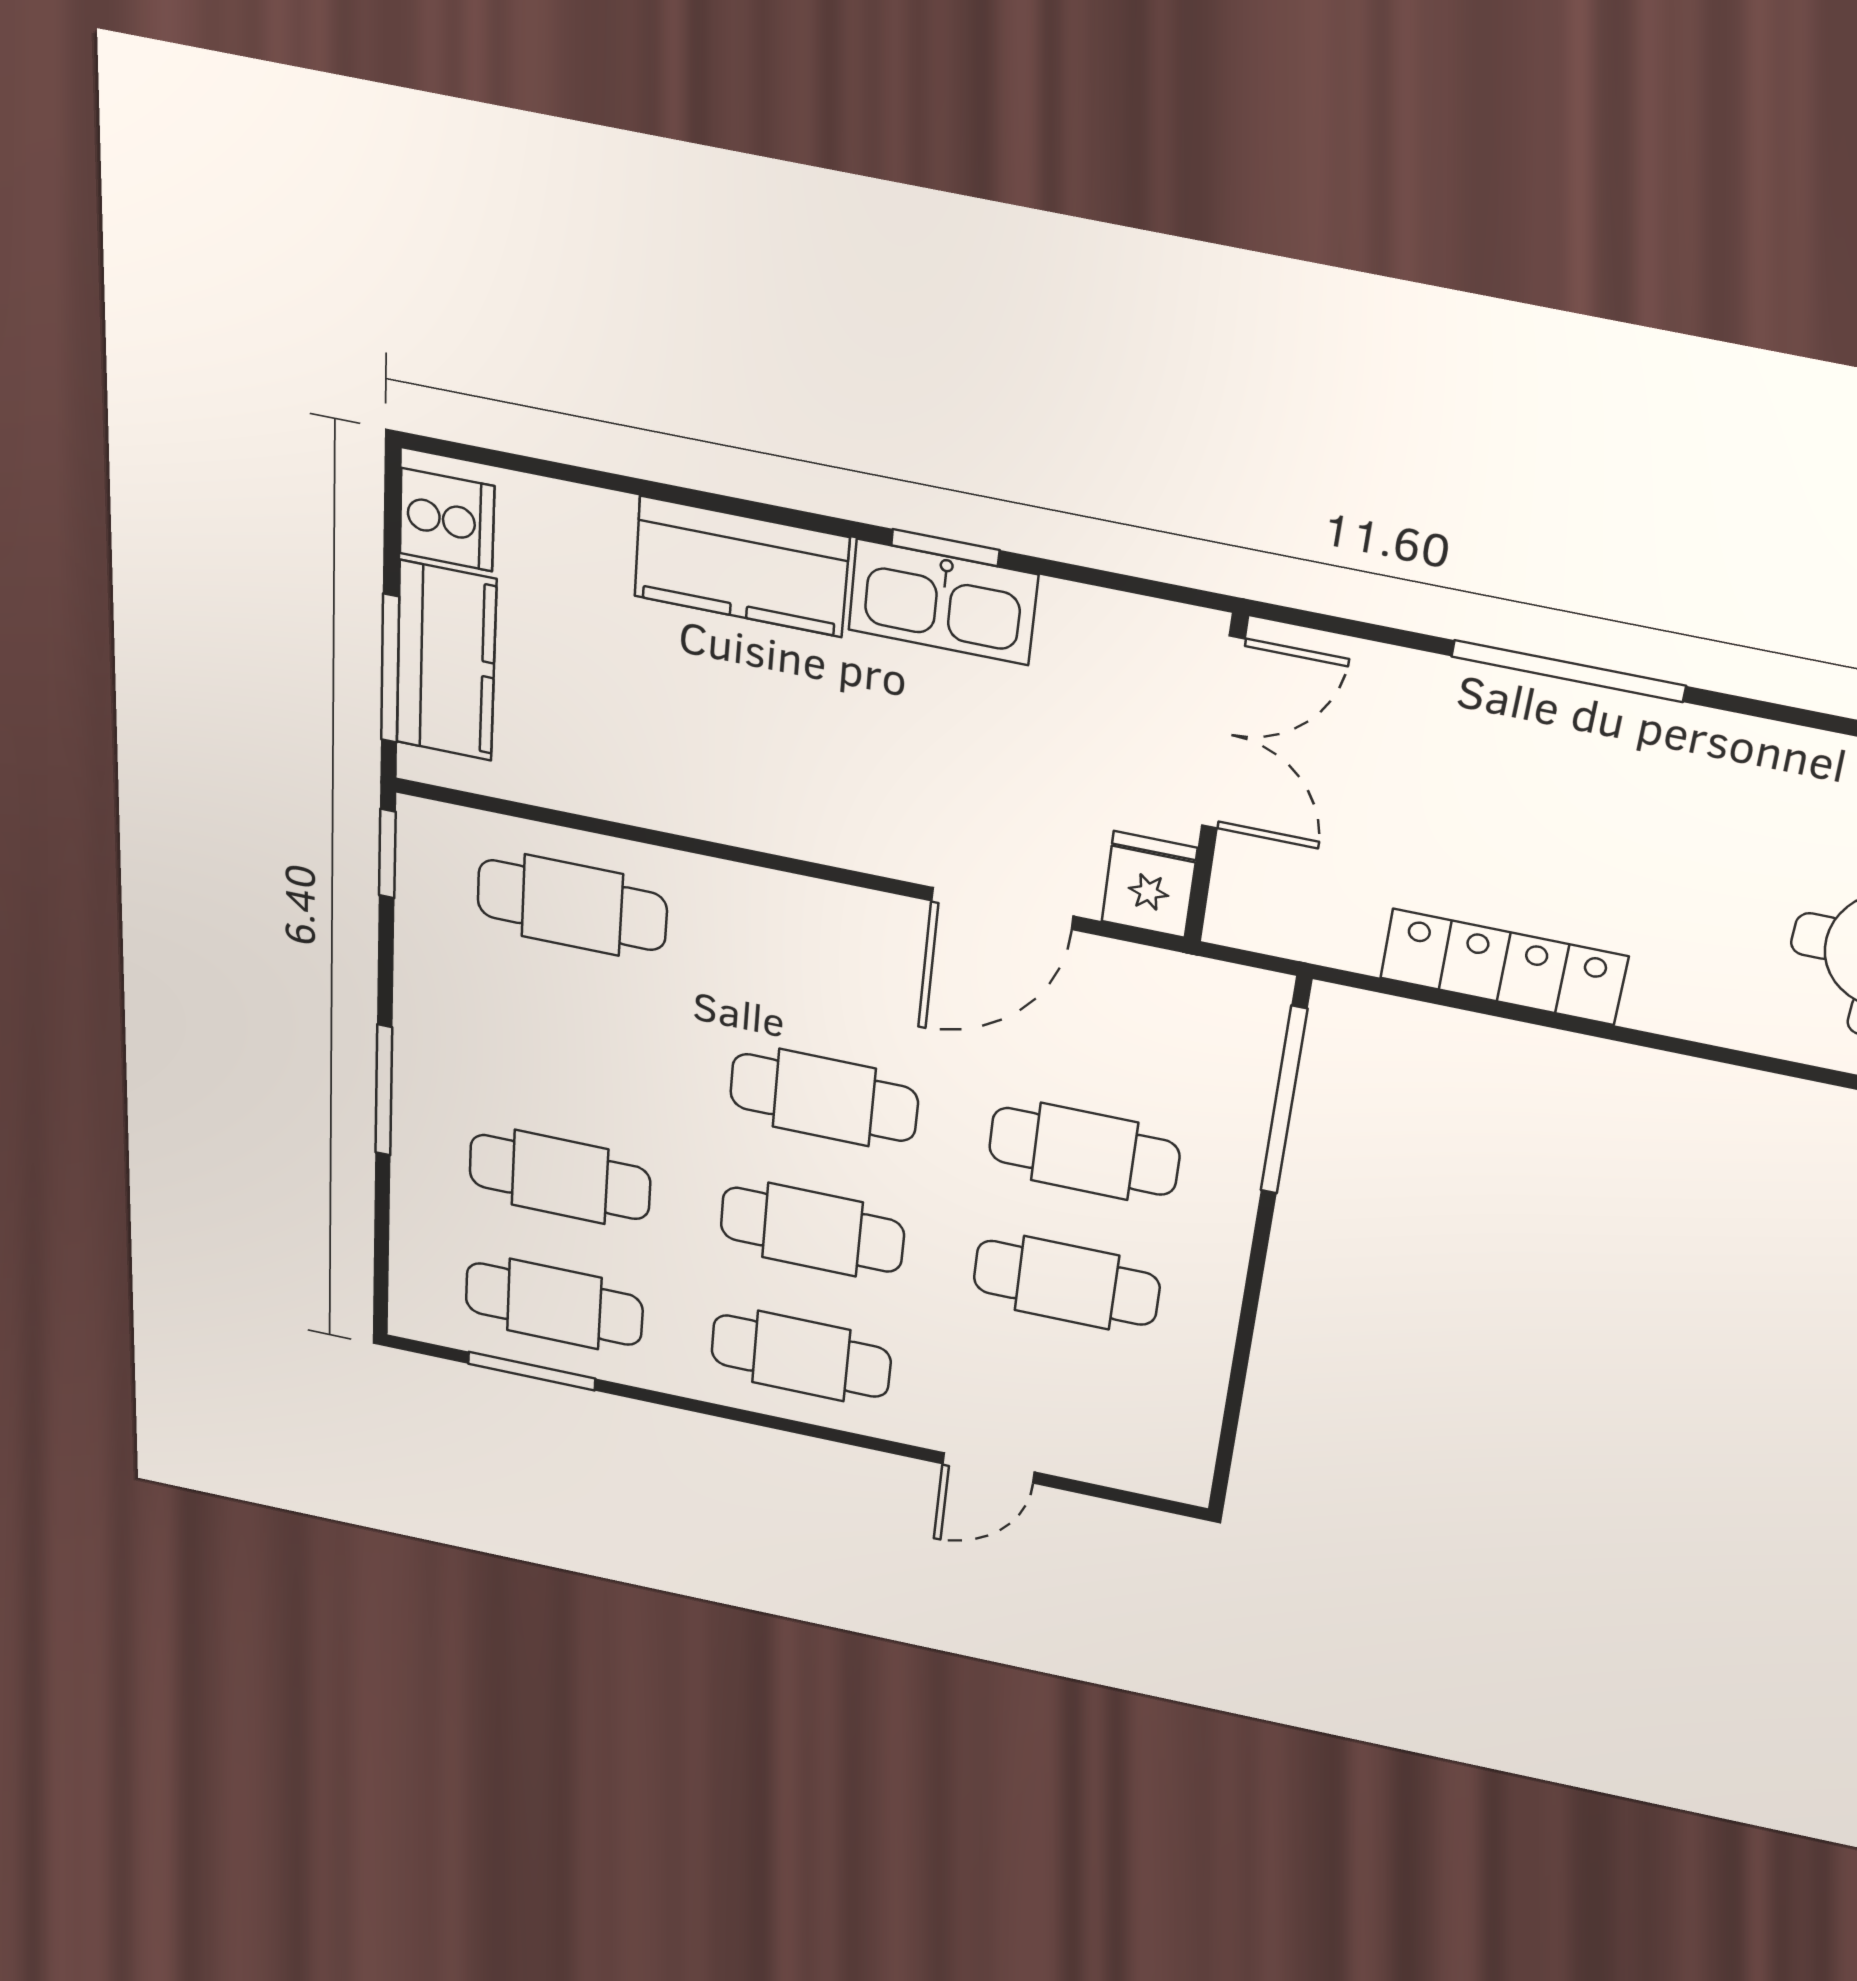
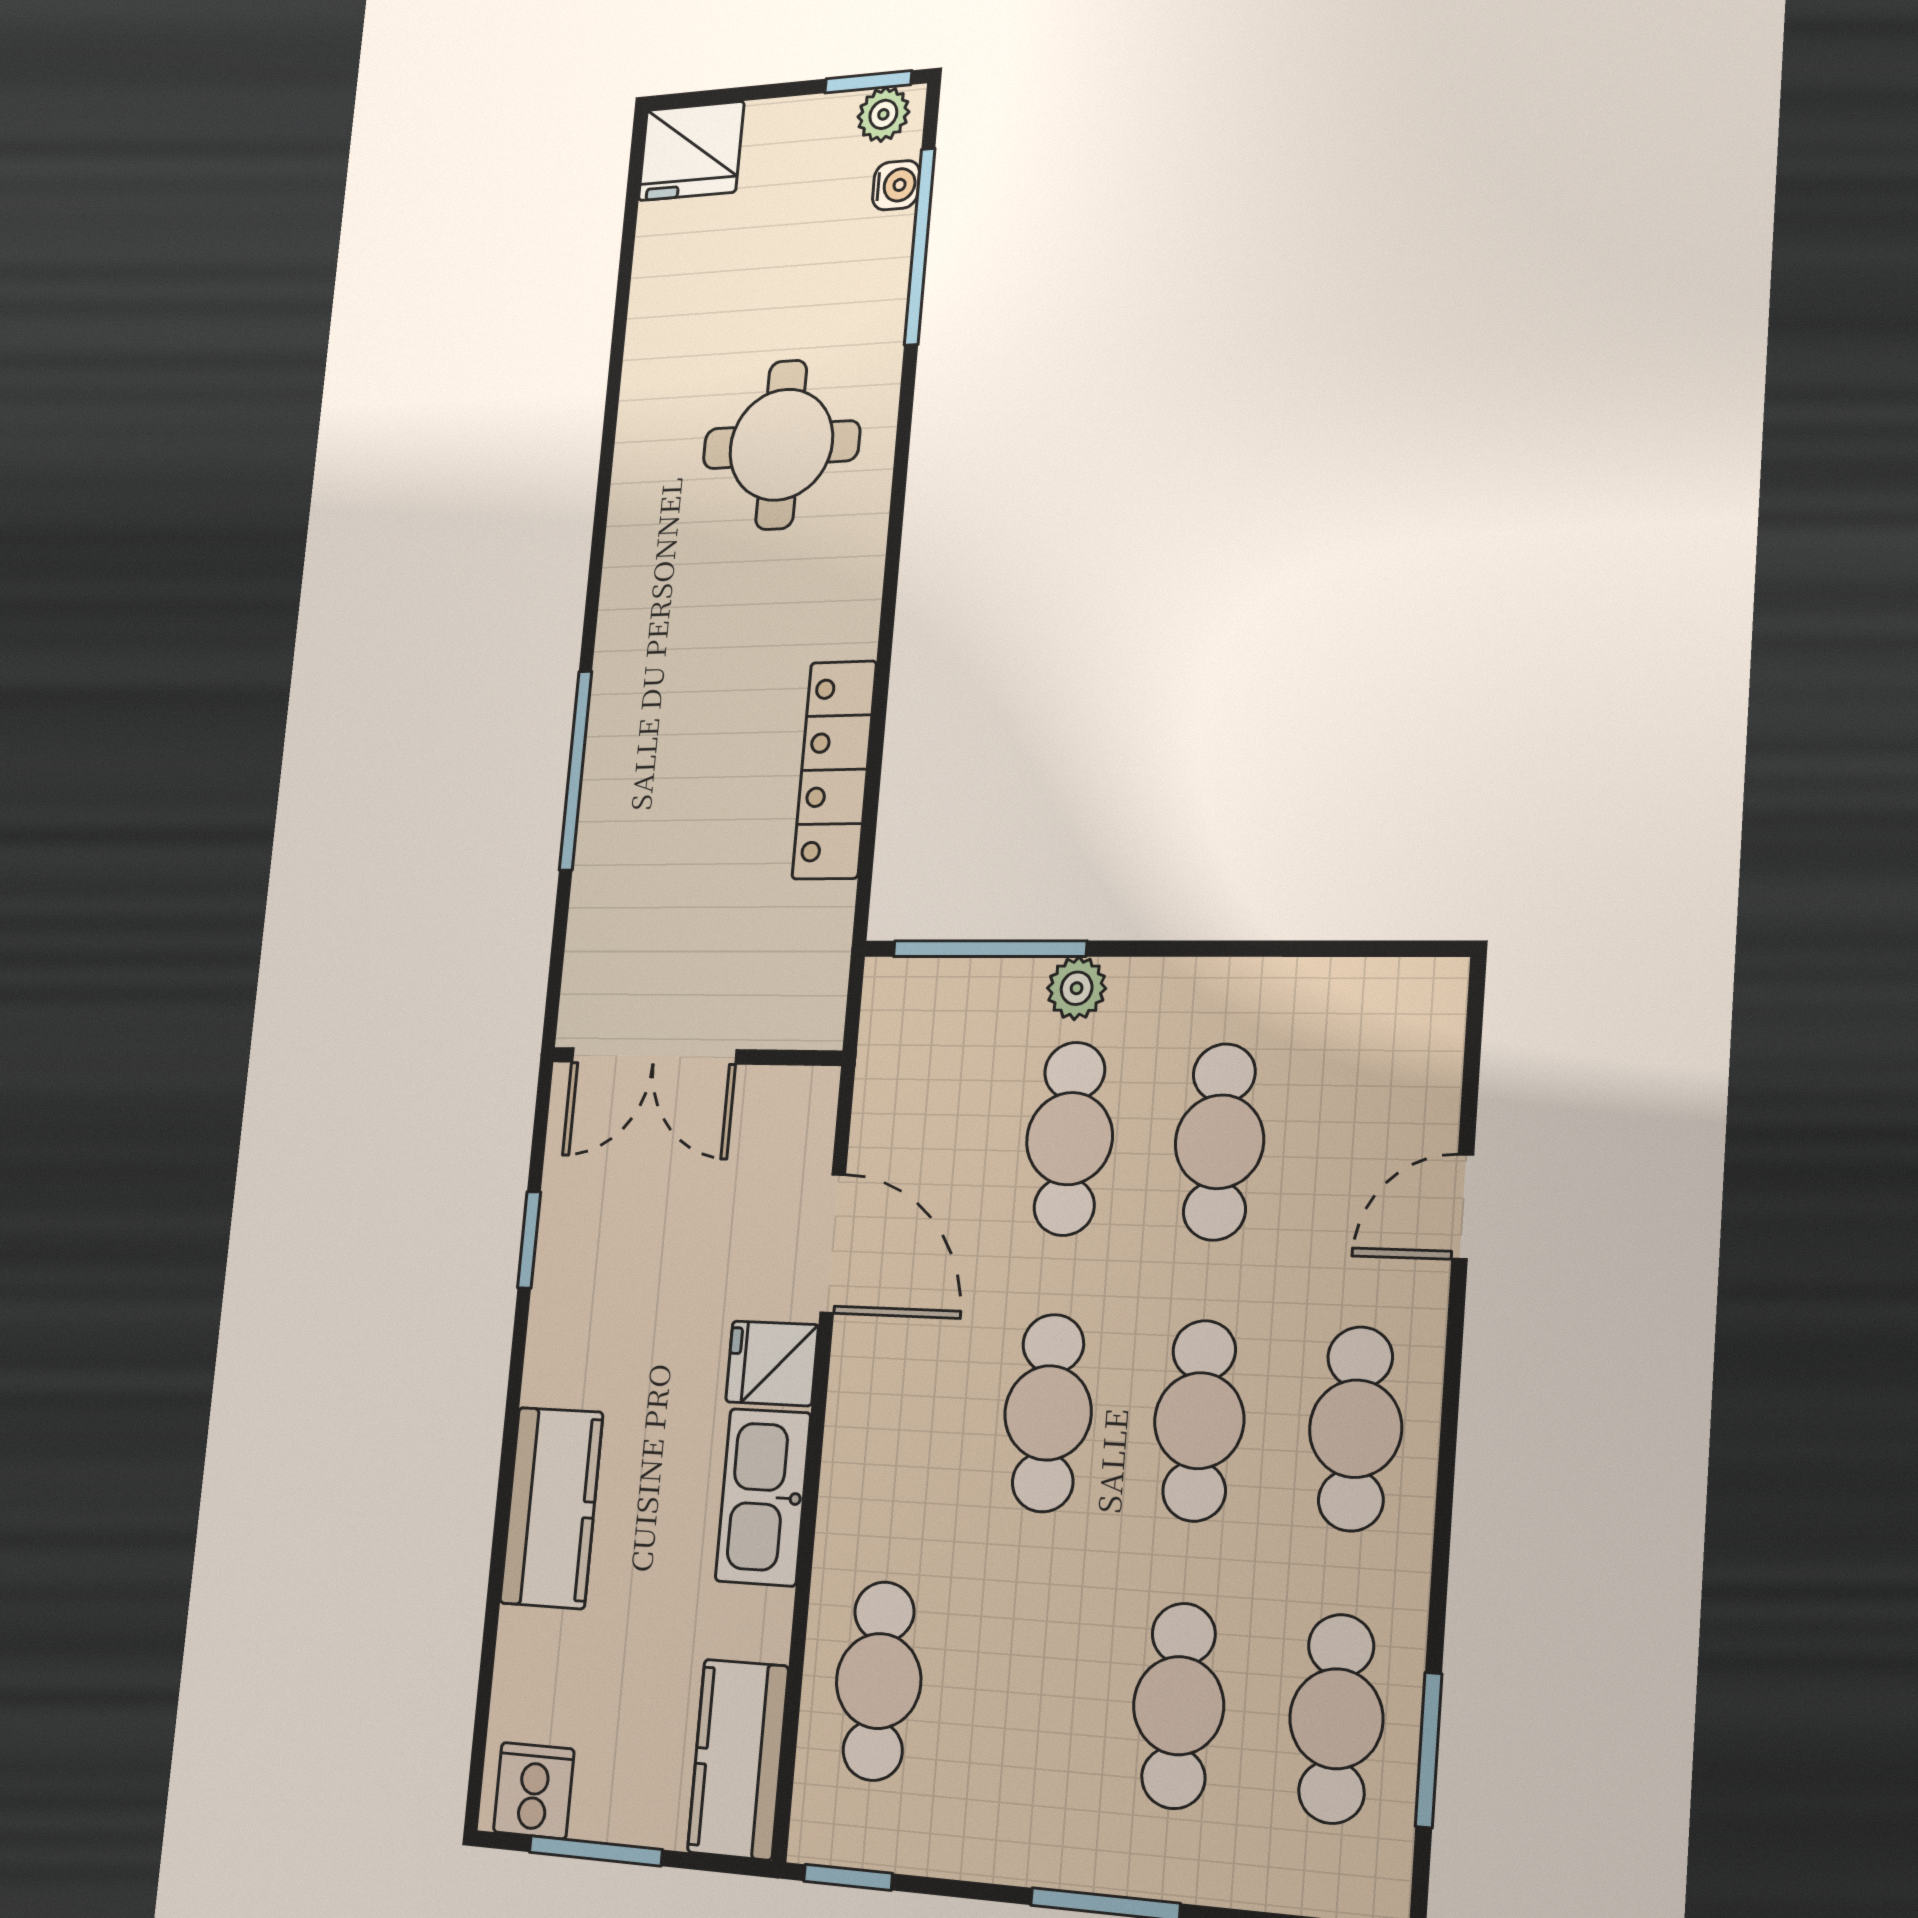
window: (945, 548) -> (529, 1240), moved
kitchen sink: (943, 602) -> (763, 1497), moved, turned 180
kitchen counter: (446, 661) -> (738, 1759), moved, turned -90
window: (390, 669) -> (596, 1851), moved
double door: (1223, 733) -> (654, 1056), swing flipped
fridge: (1149, 885) -> (772, 1363), moved
plant: (1231, 1177) -> (1077, 988), added
door: (988, 1468) -> (1463, 1207), swing flipped

